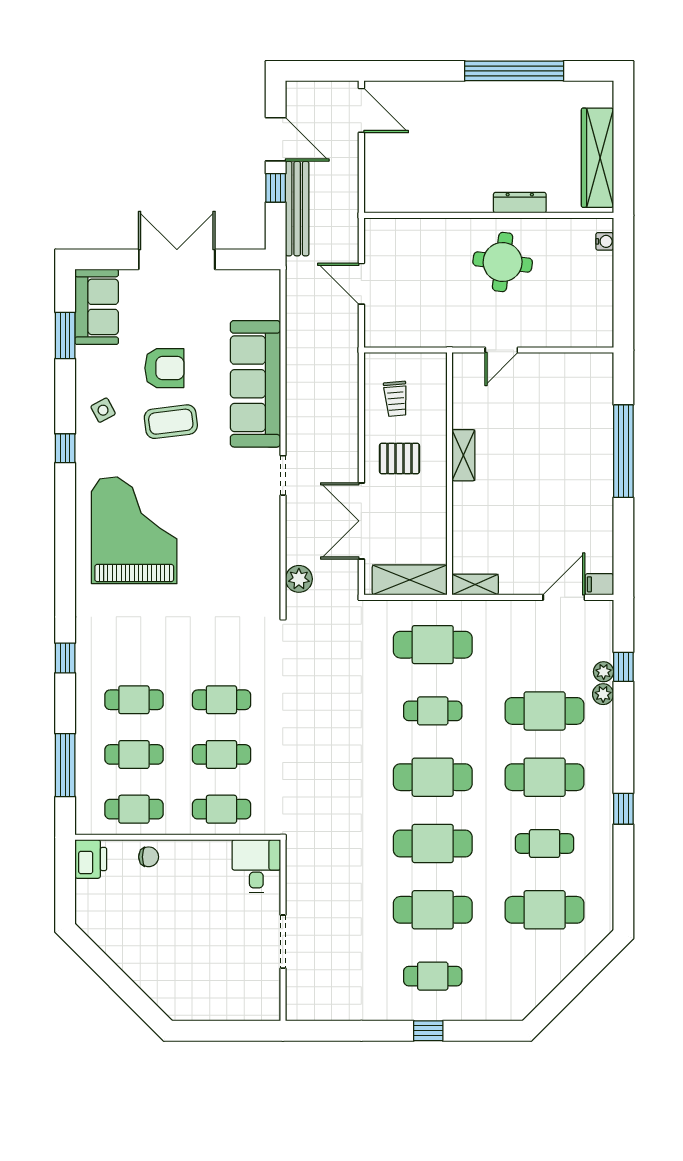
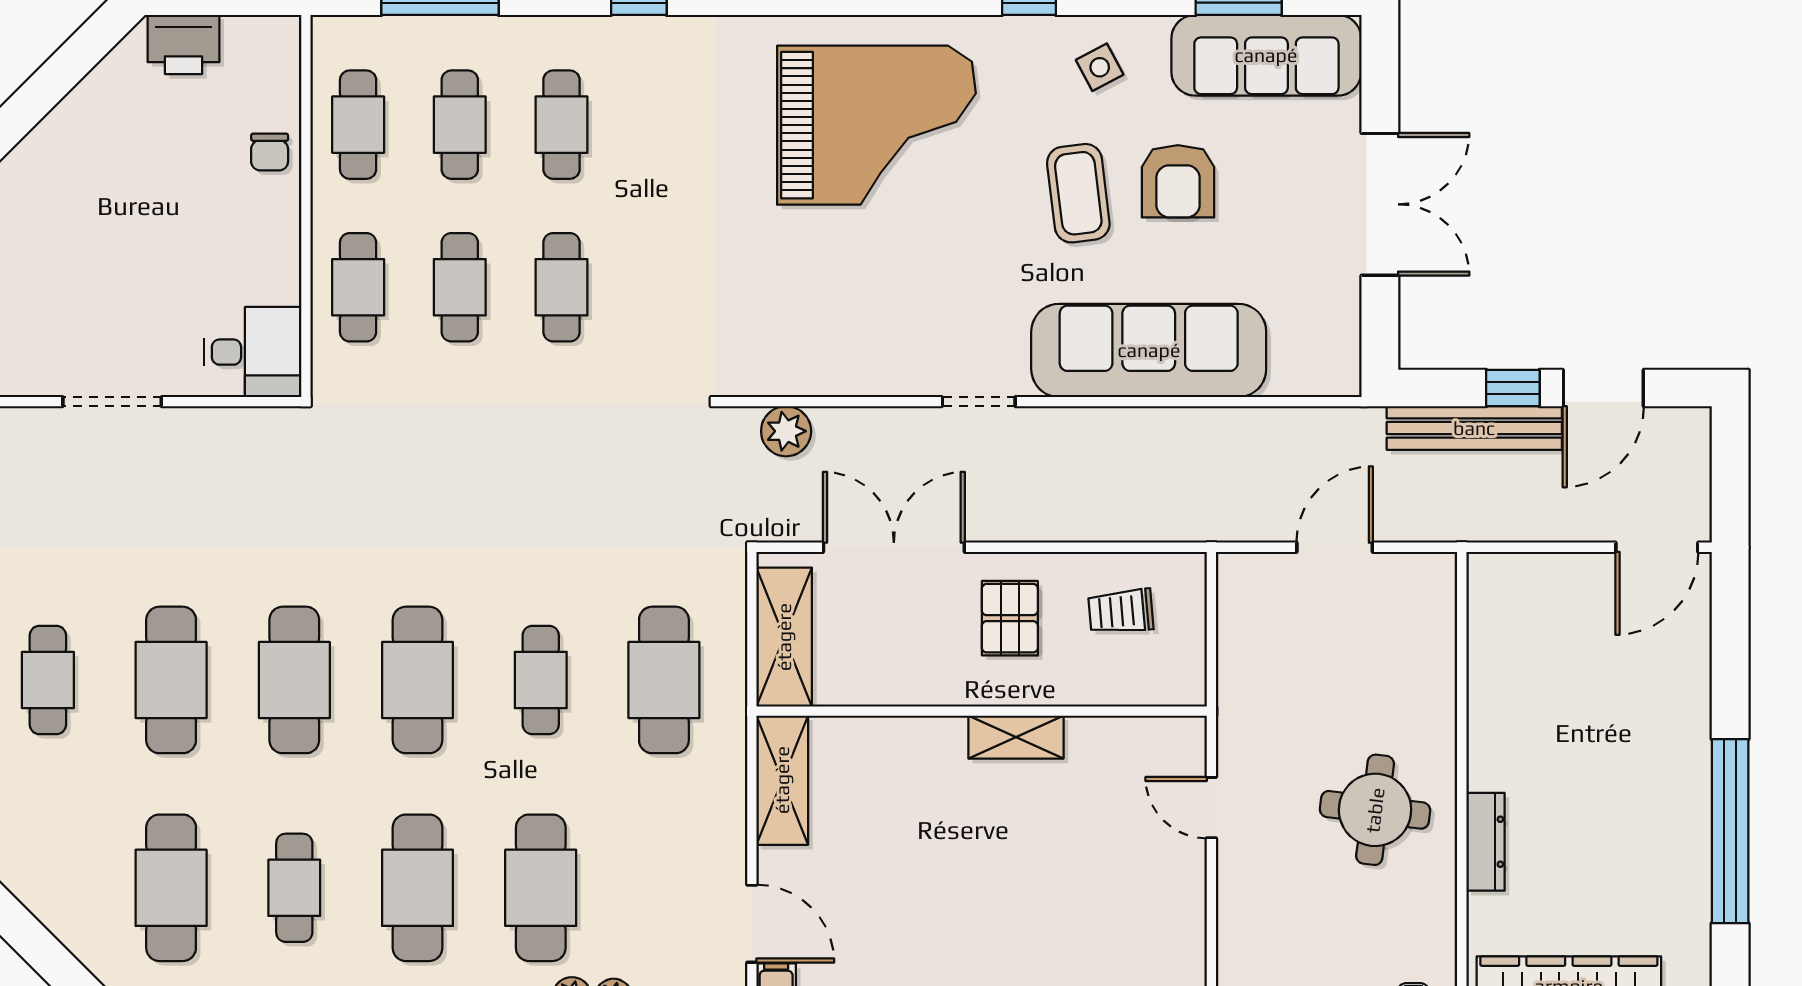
sofa: (97, 307) -> (1266, 55), width x1.36
shelving: (475, 584) -> (782, 780), width x1.50, depth x1.33
printer: (91, 859) -> (183, 44), moved

